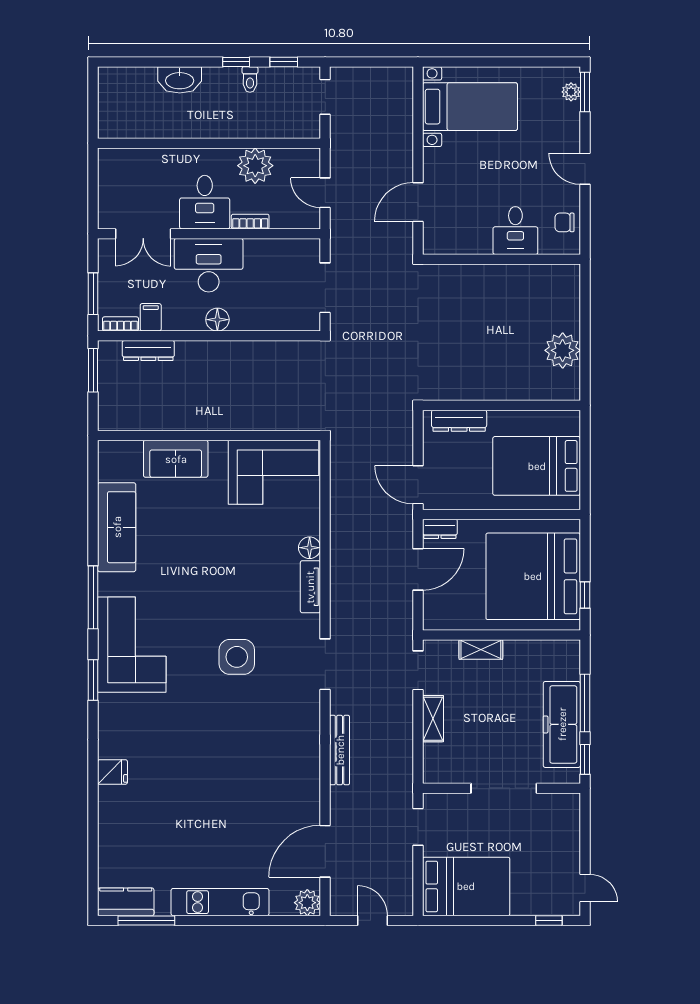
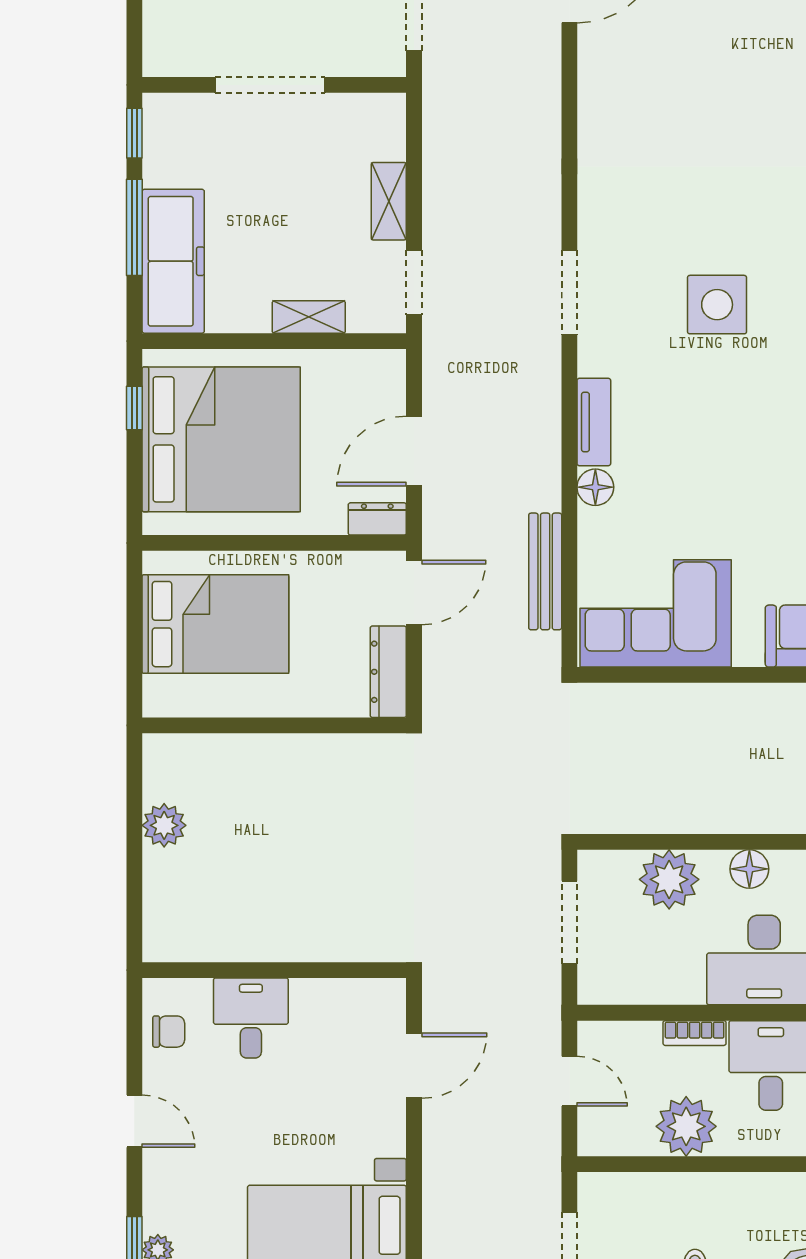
plant: (265, 313) -> (669, 879), added
plant: (563, 350) -> (164, 825), width x0.73, depth x0.73
dresser: (459, 421) -> (388, 672), moved, turned -90
door: (418, 485) -> (414, 592), hinge flipped
freezer: (562, 724) -> (173, 261), moved
bench: (340, 750) -> (545, 571), moved

